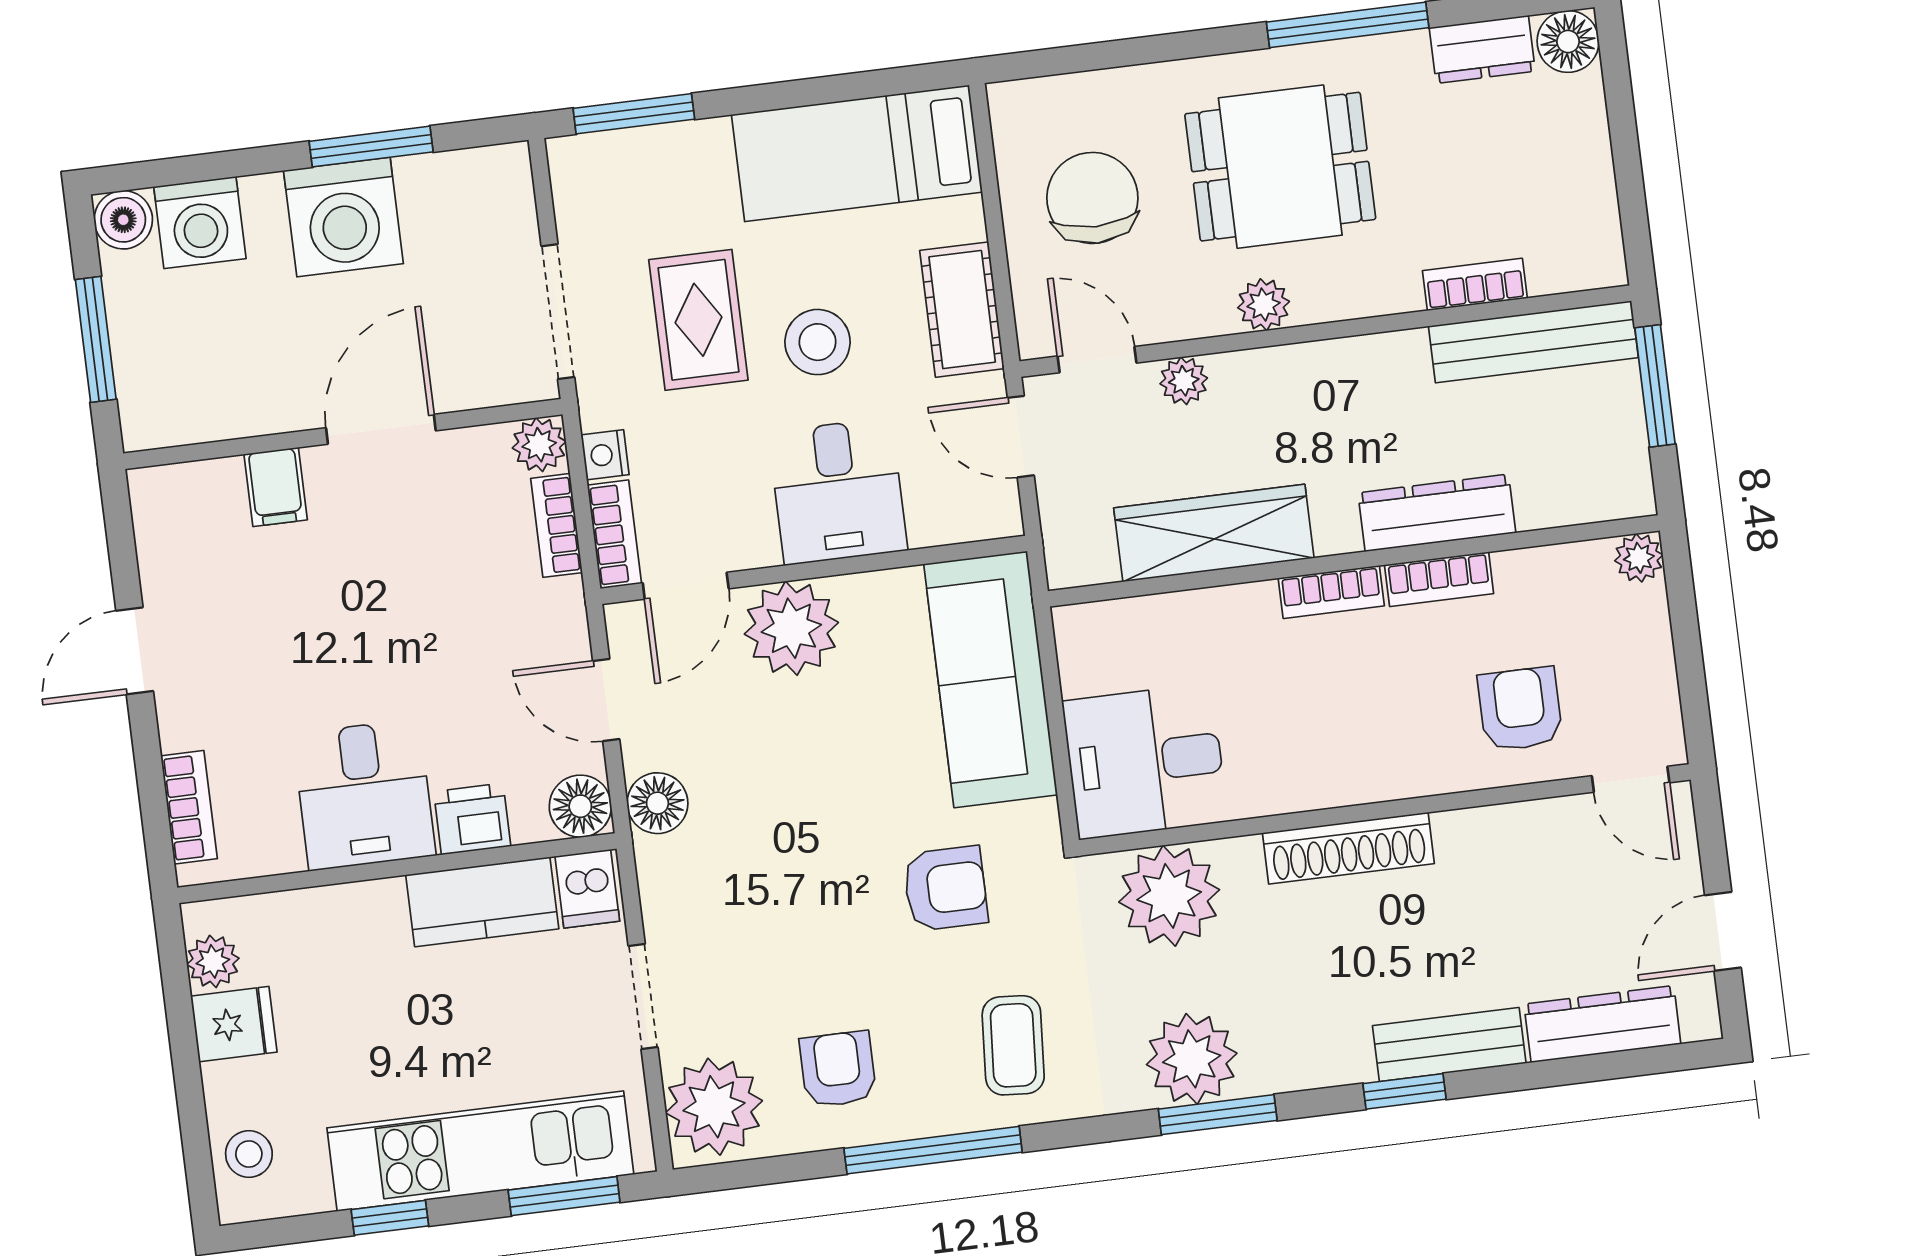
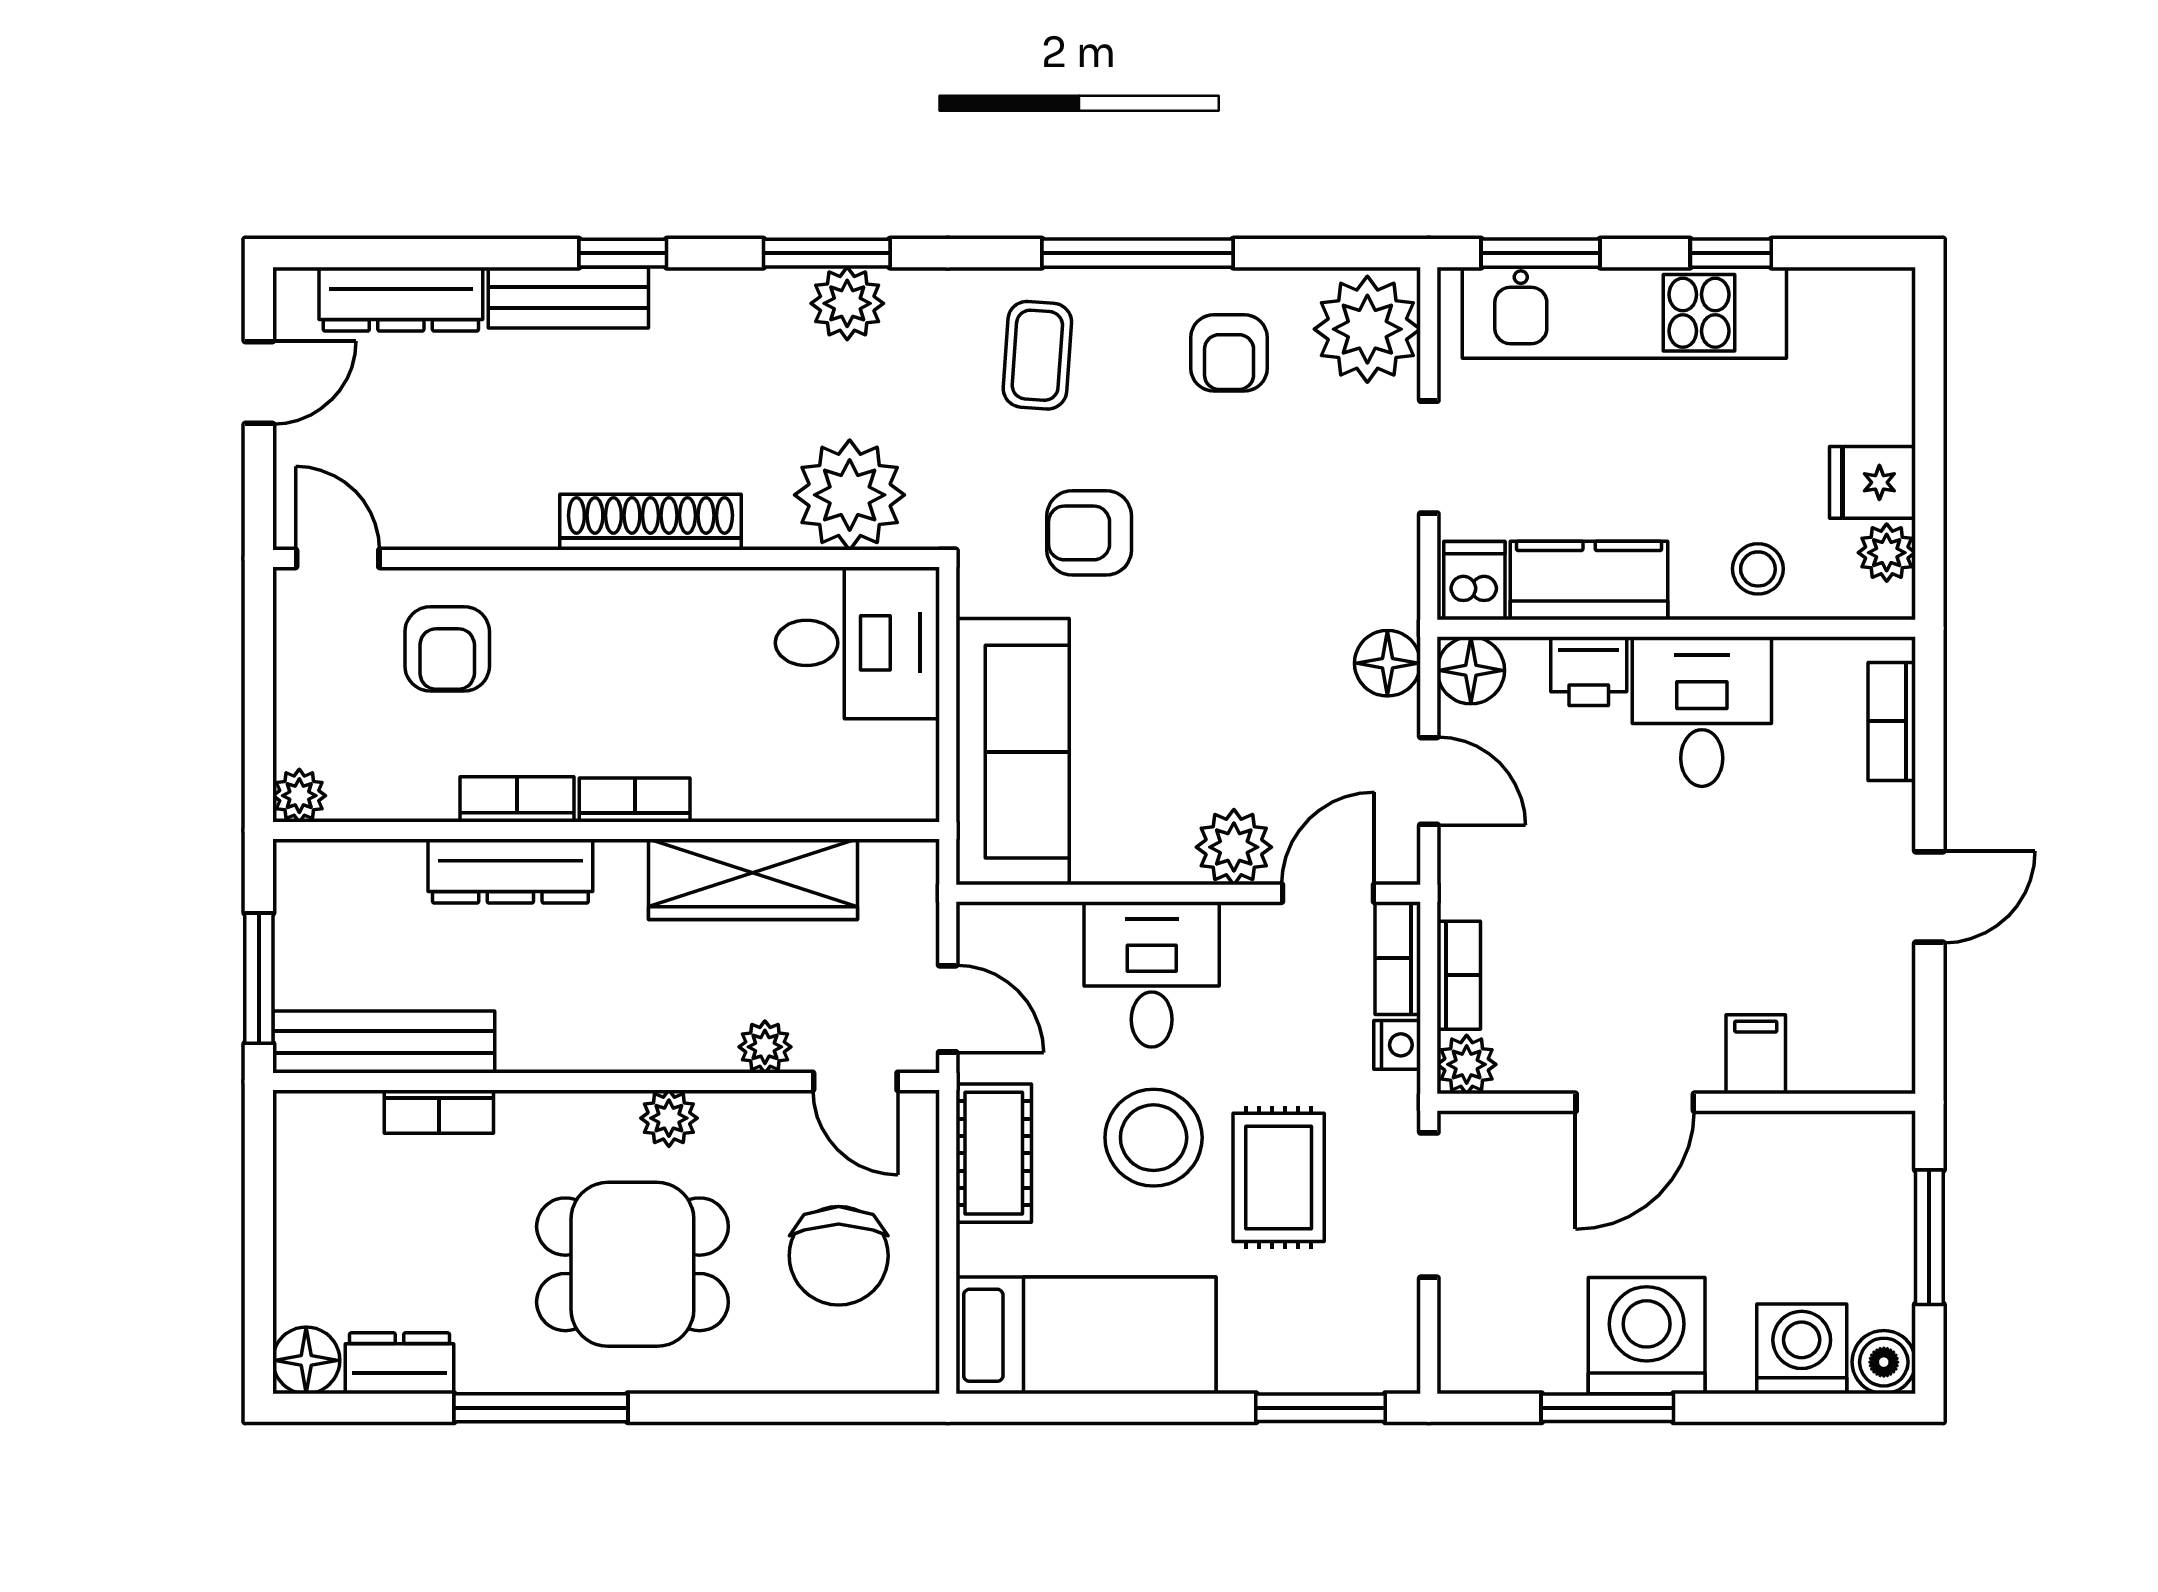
stool: (818, 342) -> (1154, 1138), width x1.38, depth x1.38
plant: (791, 628) -> (1234, 847), width x0.73, depth x0.73
plant: (1192, 1059) -> (847, 303), width x0.73, depth x0.73
stool: (249, 1154) -> (1758, 569), moved

